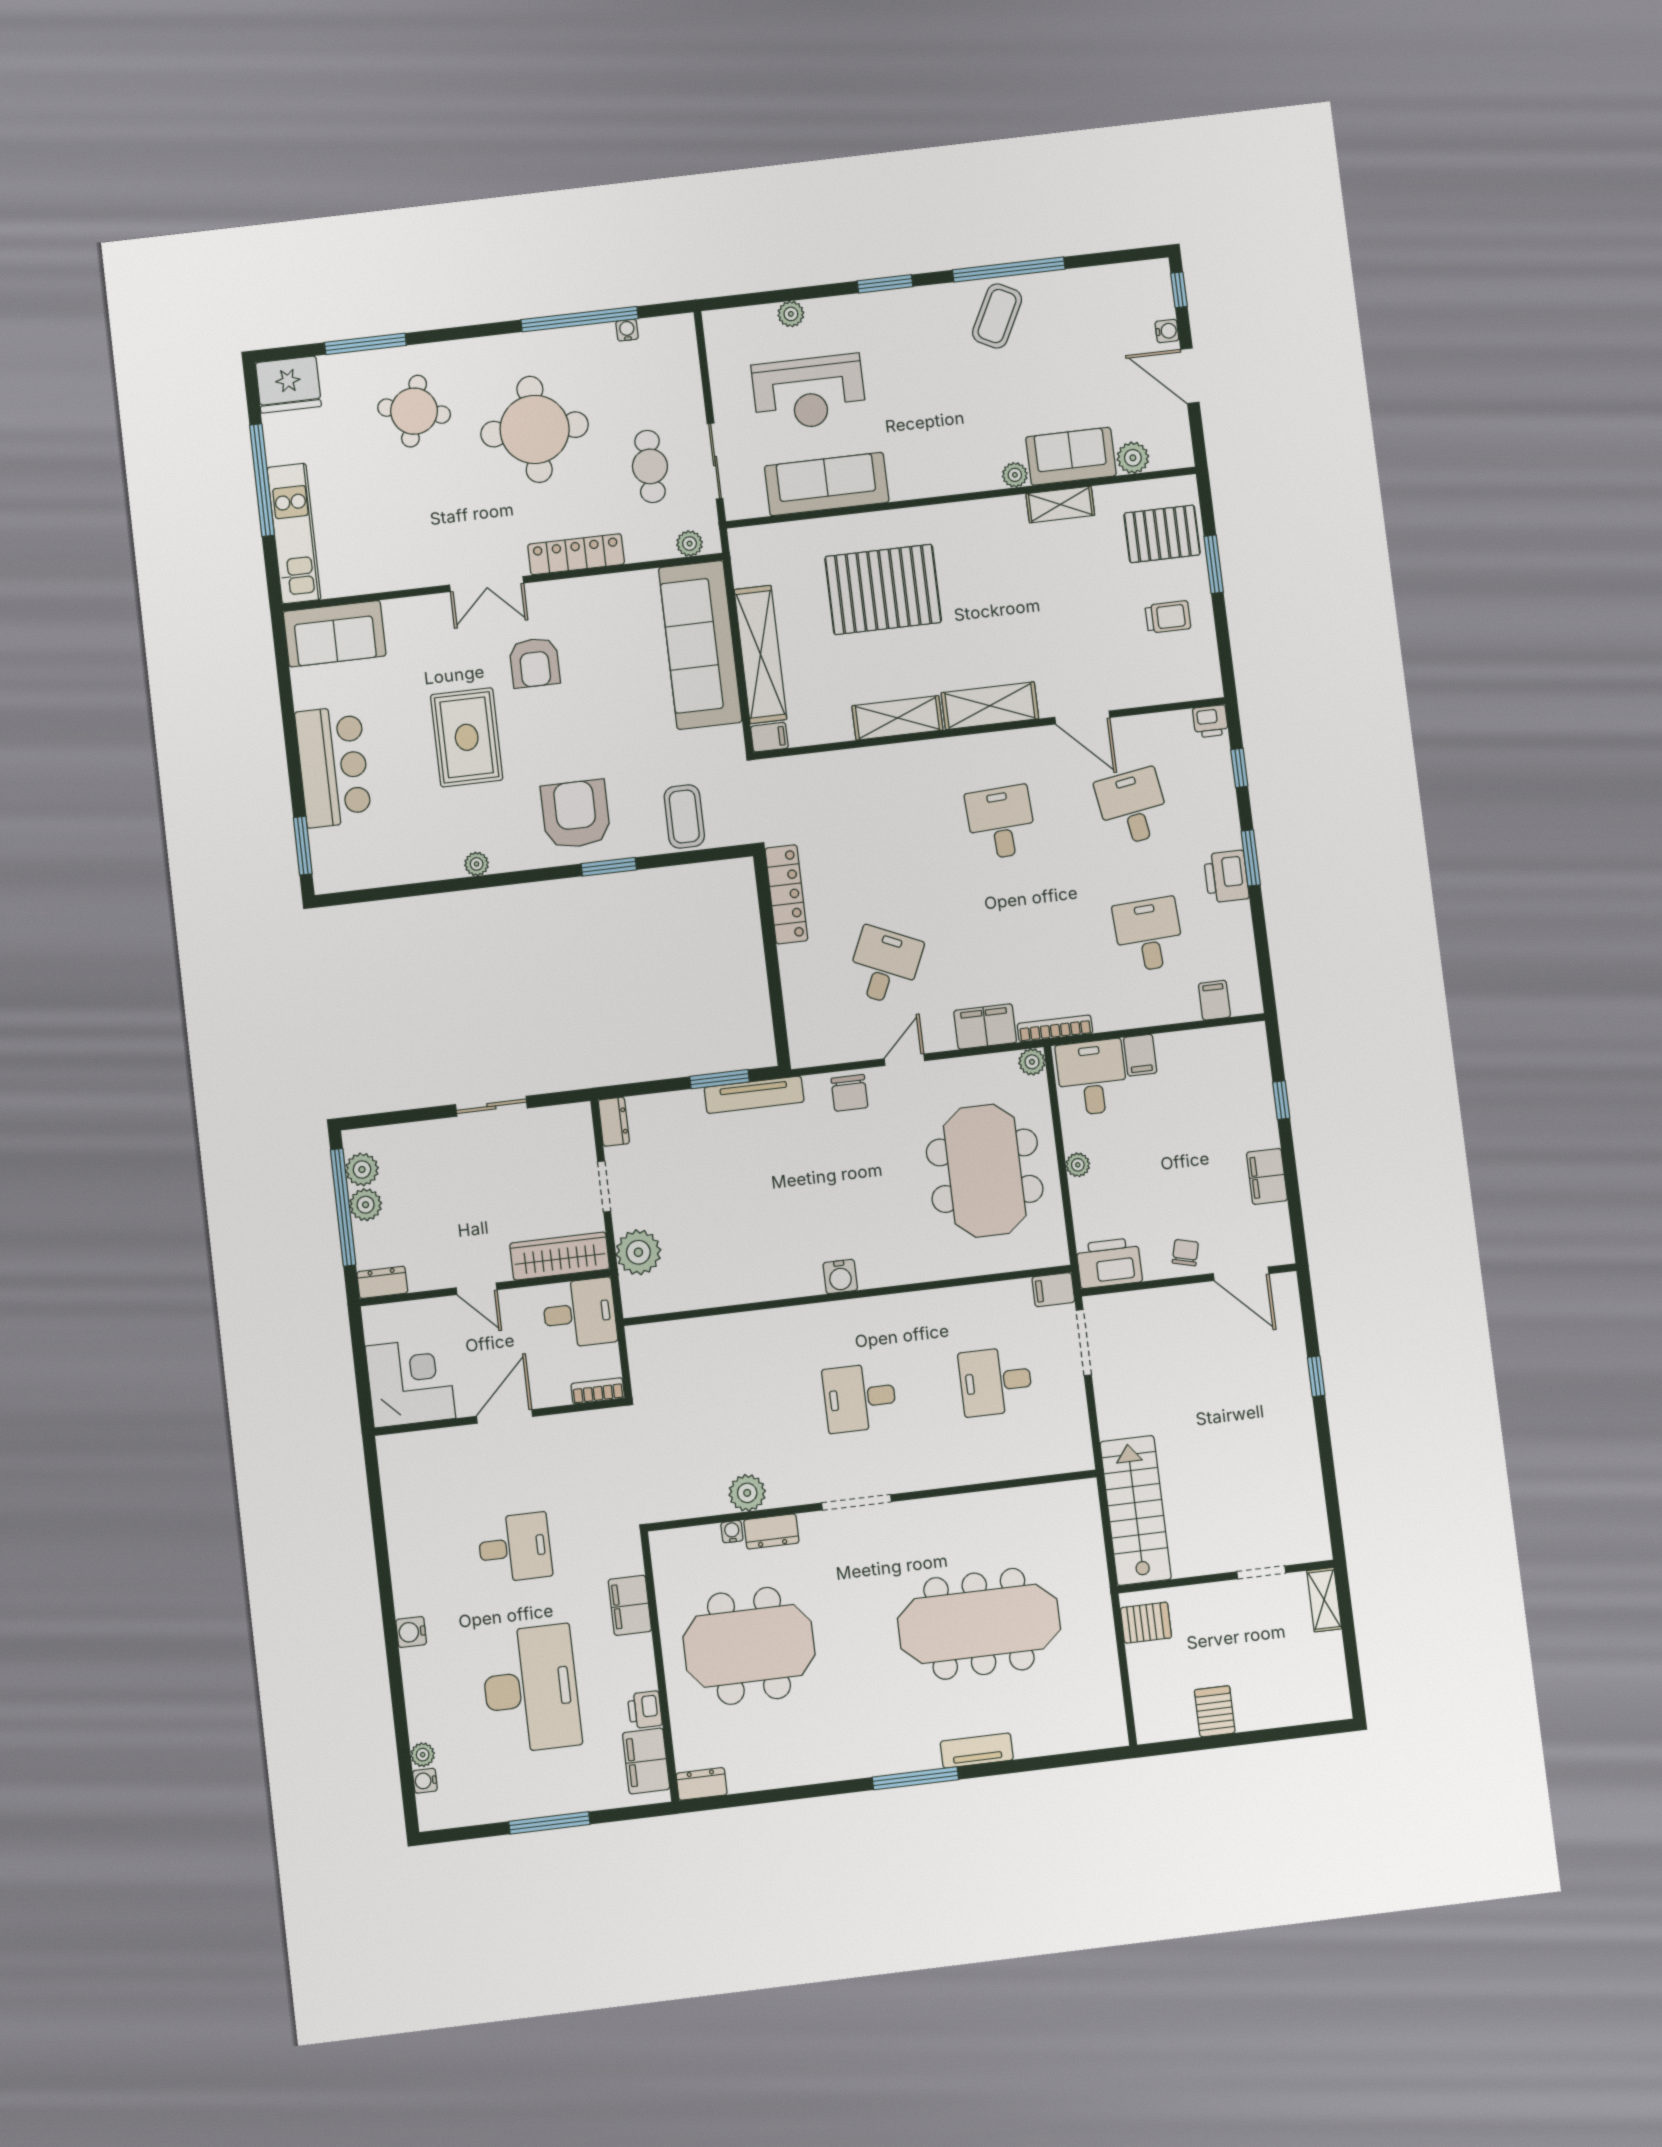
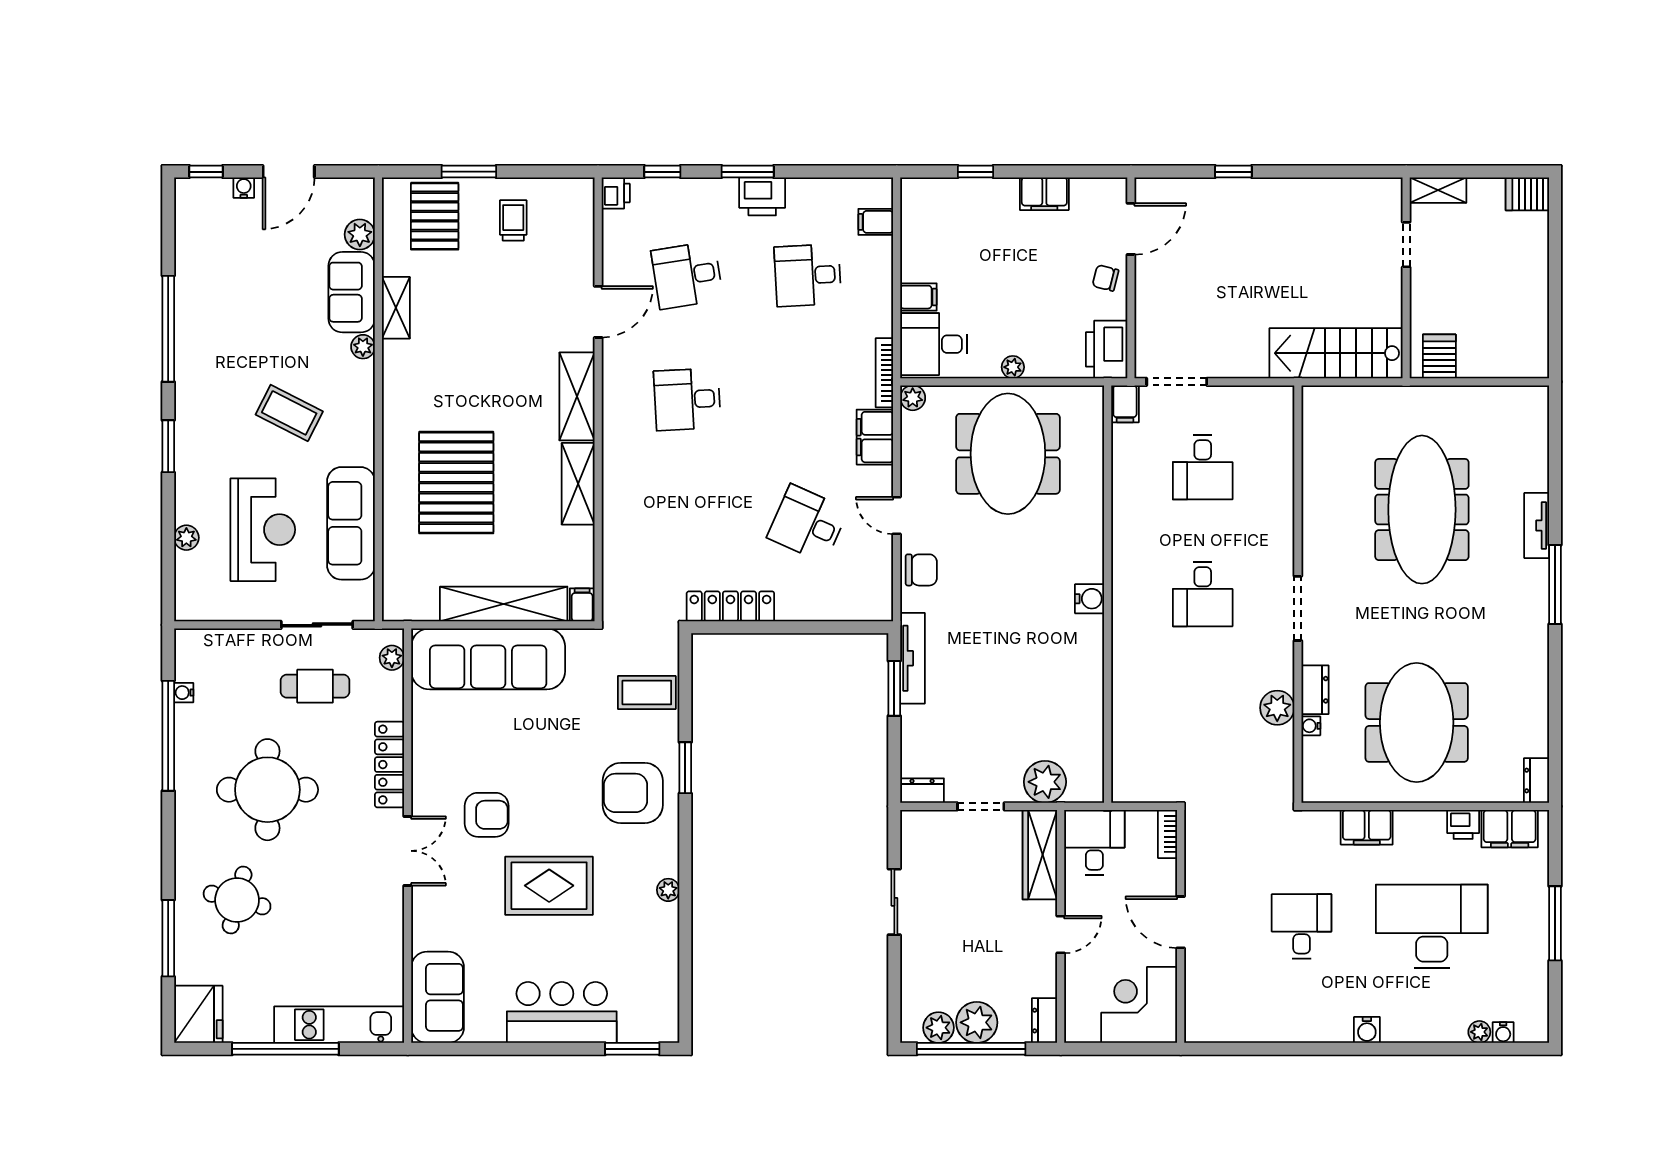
coffee table: (997, 316) -> (289, 413), moved
meeting table: (985, 1171) -> (1008, 454), turned 90
plant: (366, 1205) -> (977, 1022), width x1.36, depth x1.36
server rack: (1215, 1711) -> (1527, 194), moved

